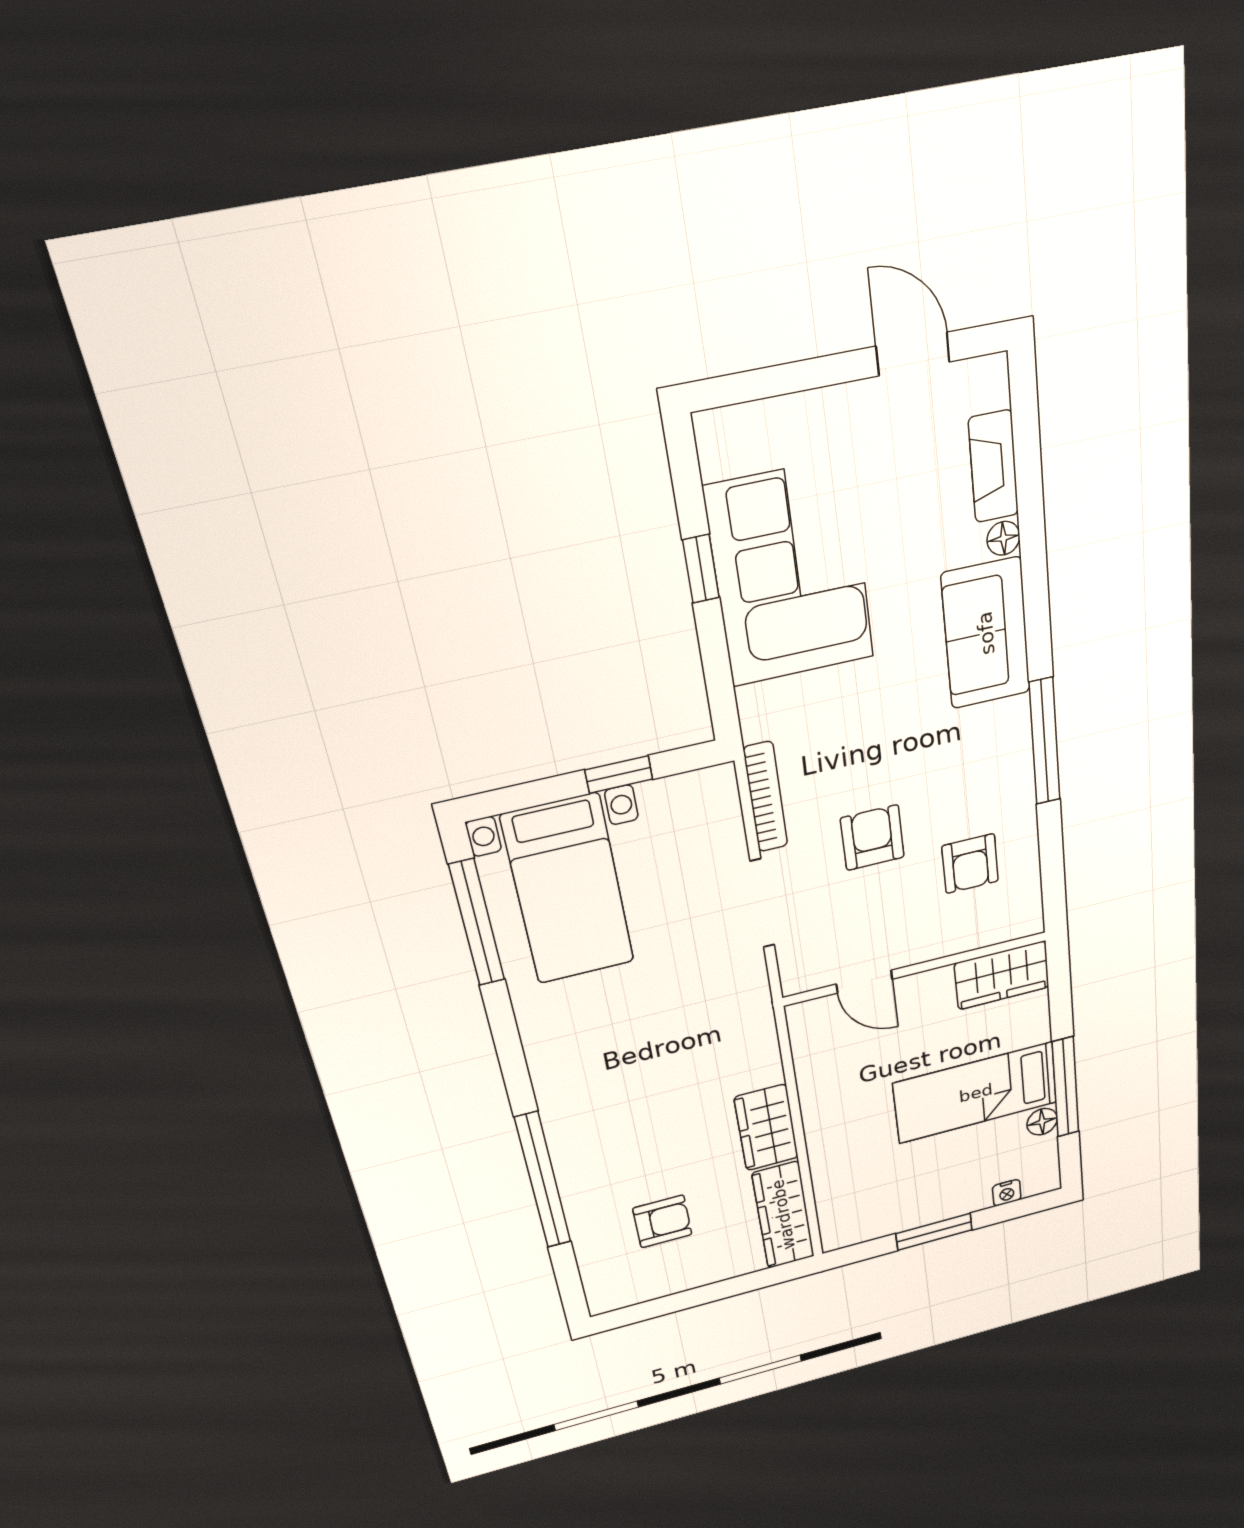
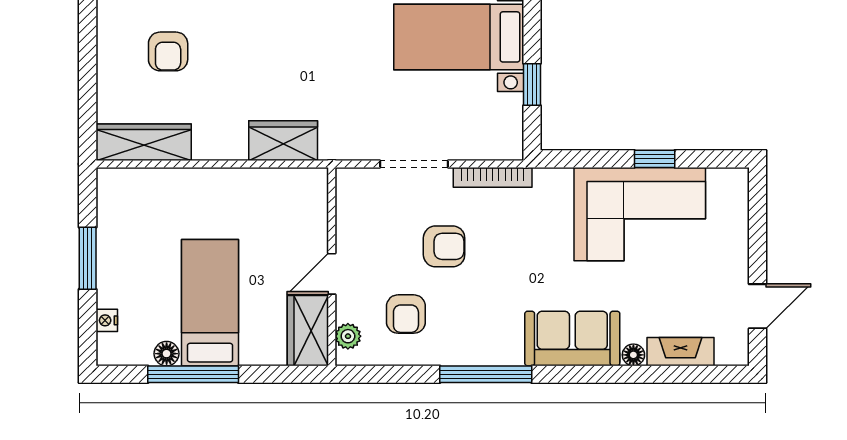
armchair: (970, 864) -> (406, 314), turned -90
plant: (1005, 927) -> (348, 336), added
door: (864, 982) -> (332, 274), moved
wardrobe: (766, 1128) -> (283, 141), moved

